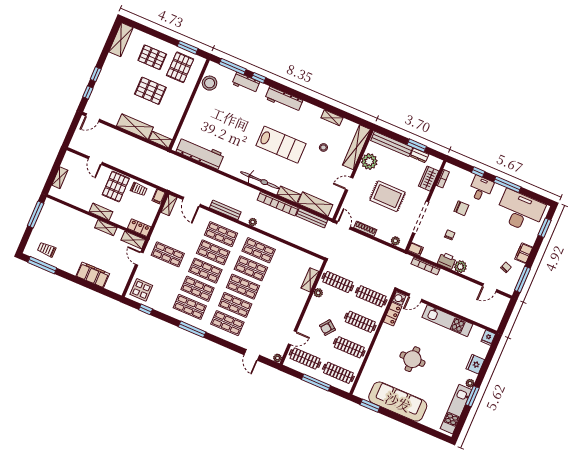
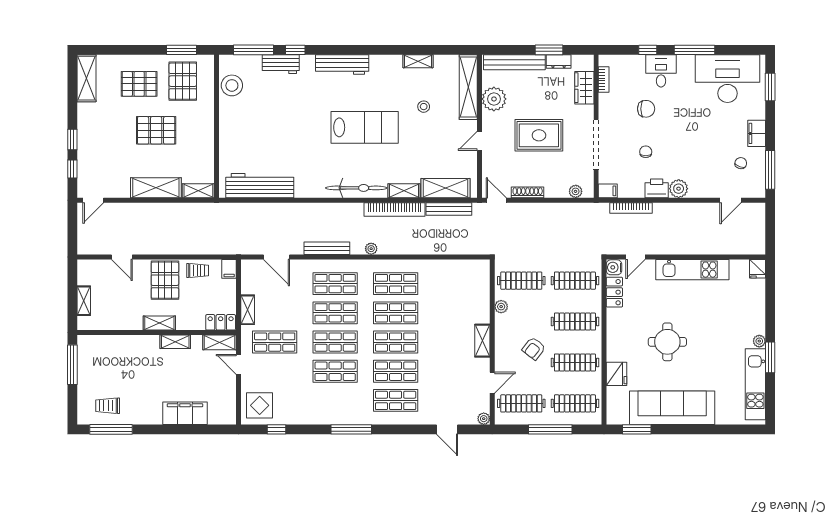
shelving: (169, 205) -> (248, 310), moved
shelving: (310, 280) -> (482, 341), moved
shop shelf: (190, 307) -> (335, 400), removed
fridge: (475, 364) -> (616, 374), moved, turned 180

